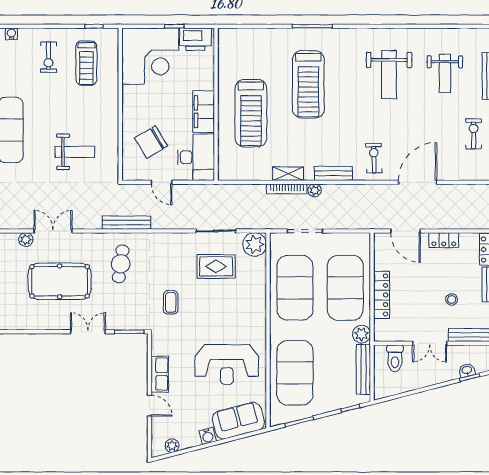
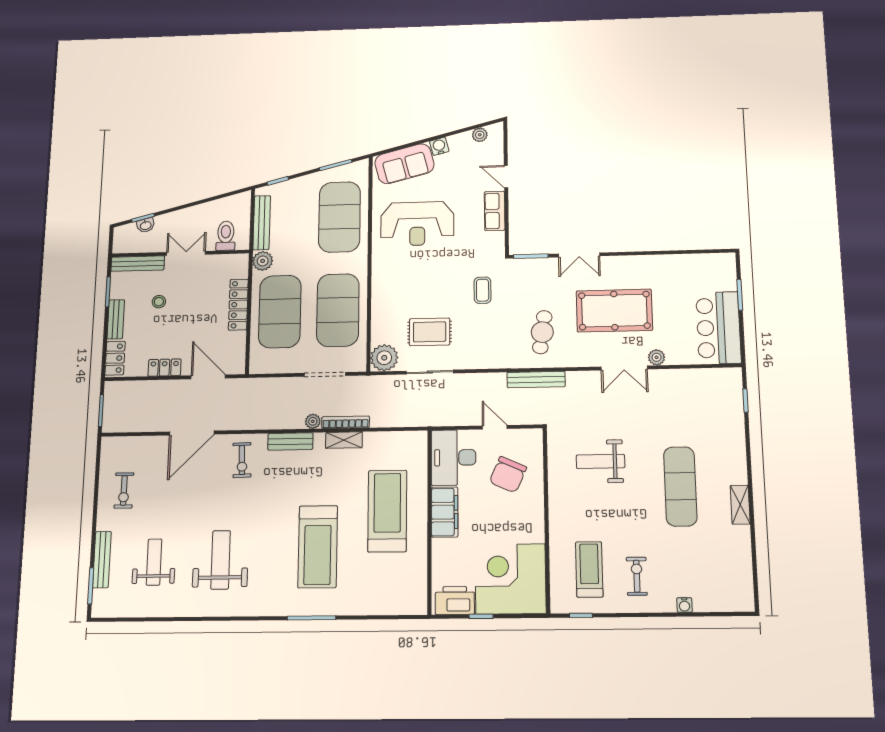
treadmill: (308, 84) -> (318, 547), turned 180
chair: (151, 142) -> (508, 475), turned 145
reception desk: (227, 364) -> (417, 224), turned 180

